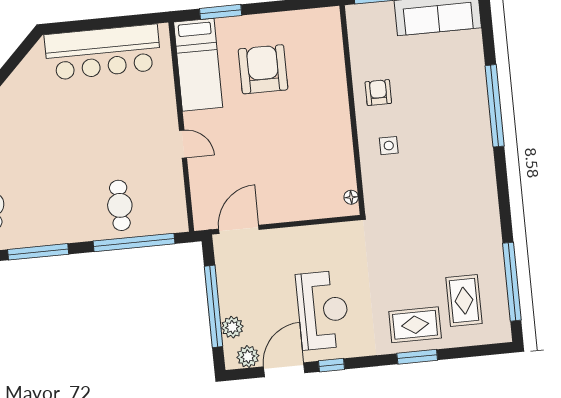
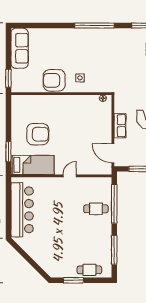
armchair: (263, 69) -> (38, 134), turned 180
armchair: (378, 93) -> (54, 80), width x1.88, depth x1.88
window: (495, 106) -> (95, 26), moved
row of seats: (298, 238) -> (120, 126), added

